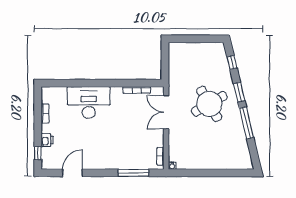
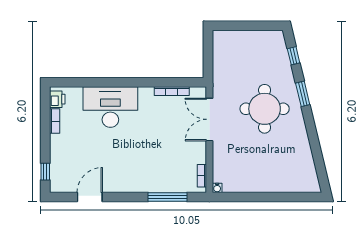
round table: (209, 104) -> (265, 109), turned 30
window: (246, 123) -> (312, 133), removed
printer: (47, 140) -> (57, 99), moved

